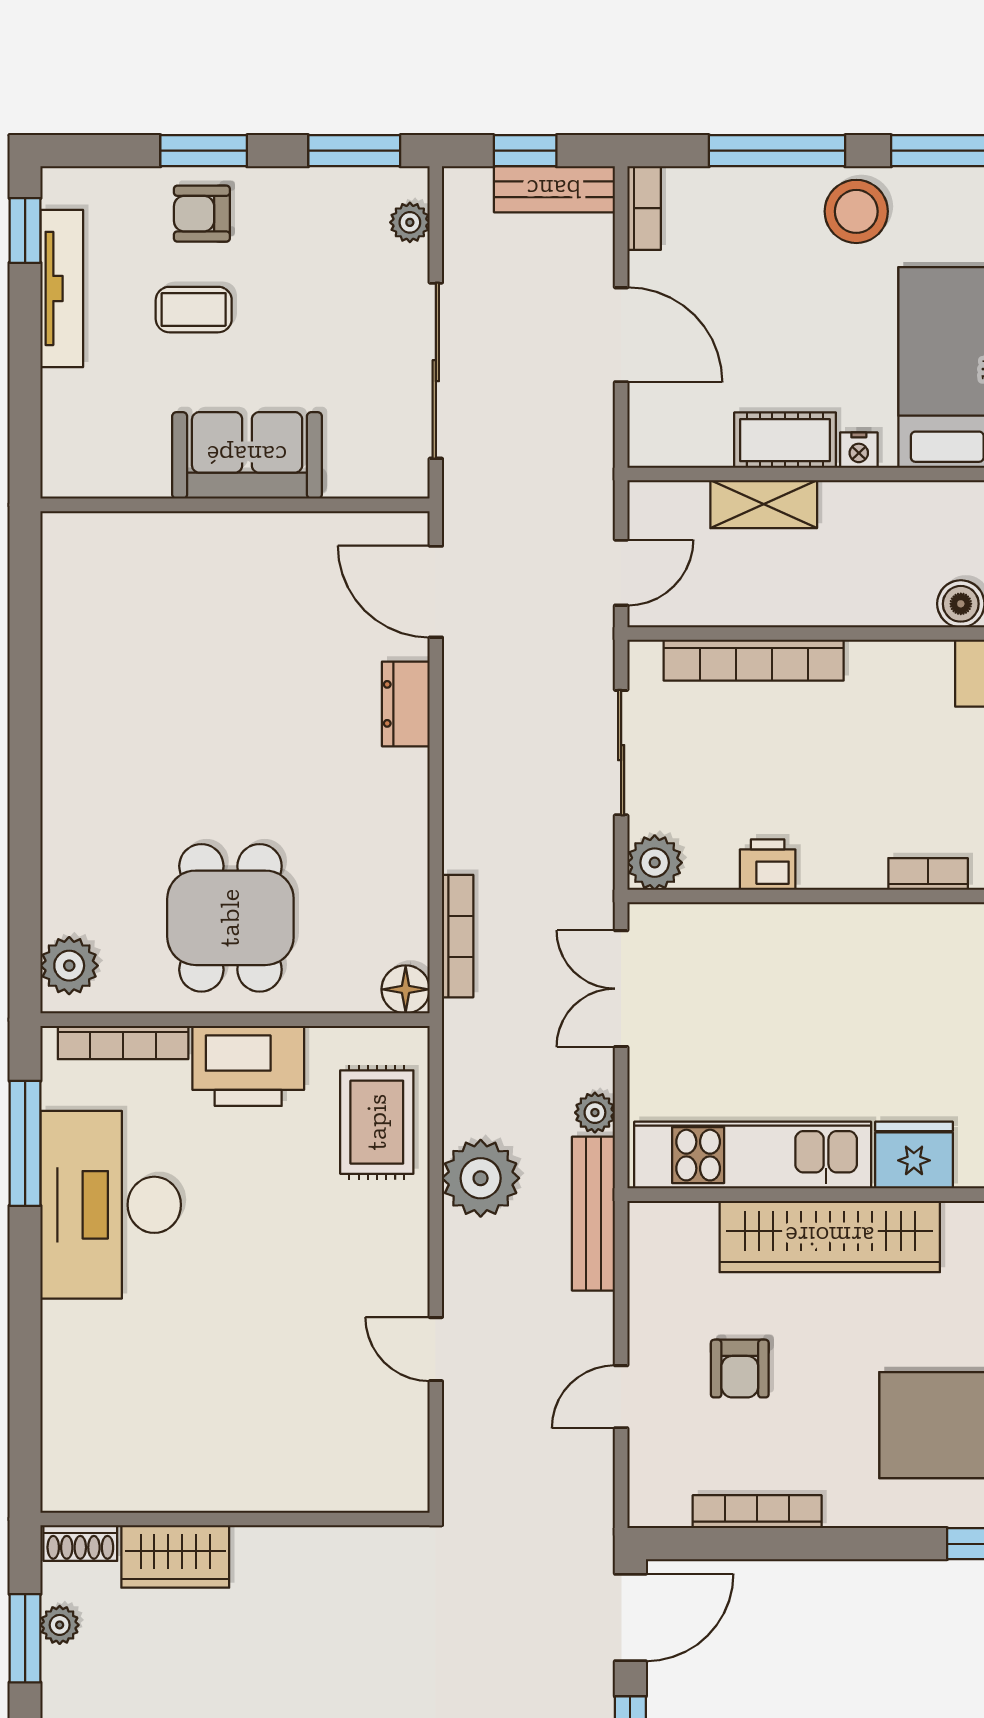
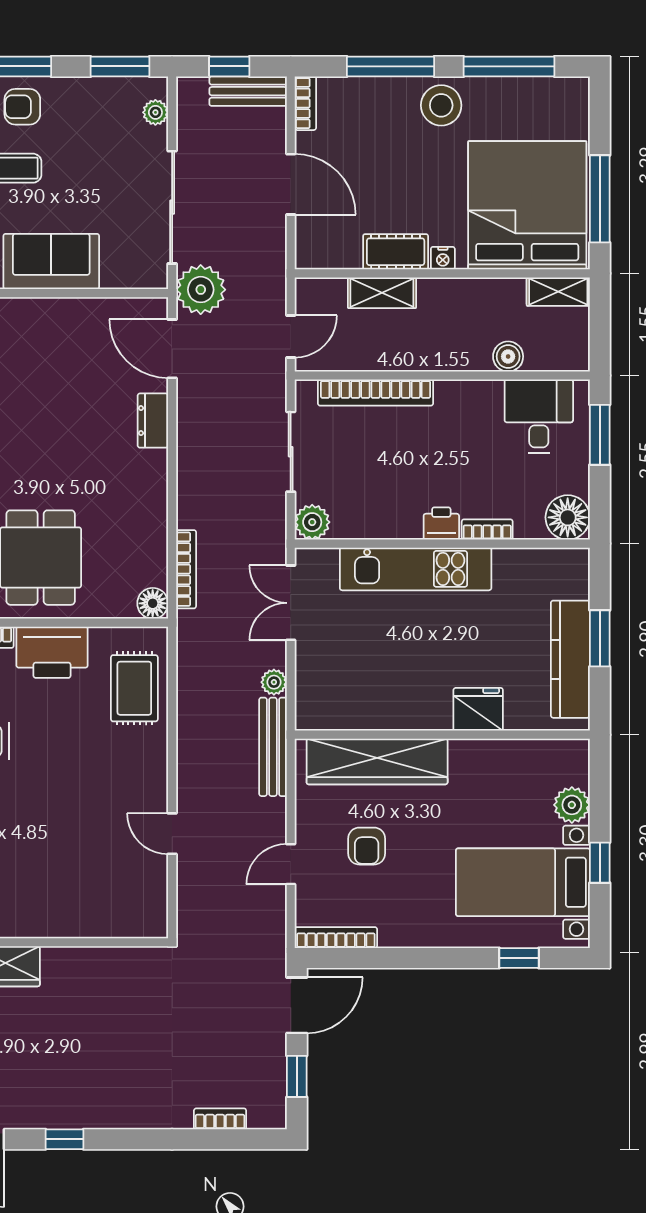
printer: (768, 865) -> (441, 523), moved
kitchen unit: (753, 1155) -> (416, 569), moved, turned 180
plant: (481, 1178) -> (201, 290), moved
wardrobe: (830, 1236) -> (377, 761), moved
bookcase: (757, 1512) -> (336, 938), moved

